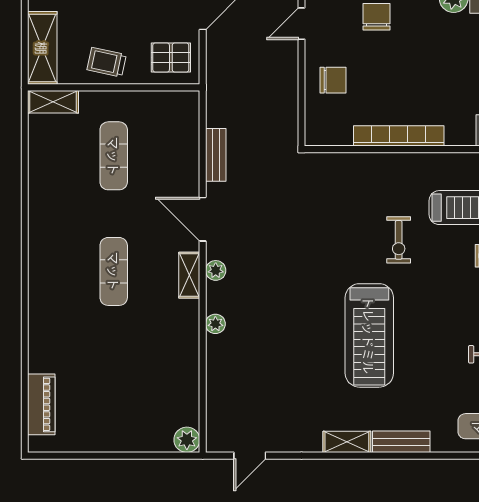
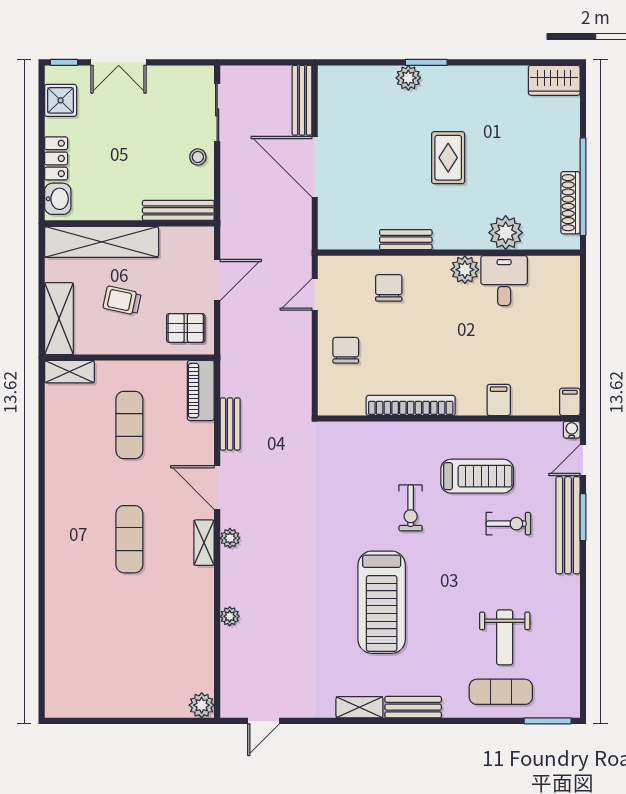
trolley: (107, 62) -> (122, 301), moved
chair: (333, 80) -> (346, 350), turned -90
plant: (215, 324) -> (230, 616), moved
piano: (41, 404) -> (201, 390), moved, turned 180

